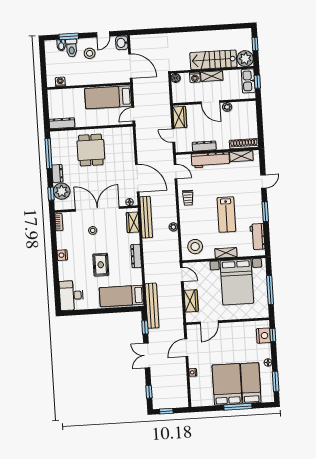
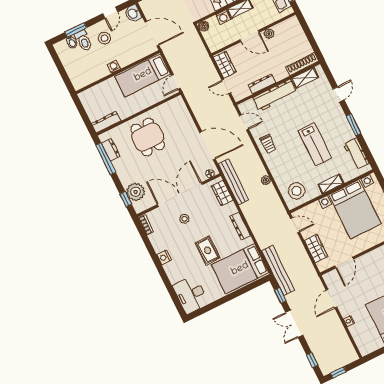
washing machine: (60, 82) -> (114, 67), moved
dresser: (57, 173) -> (111, 150), moved
bed: (121, 296) -> (240, 269), width x1.50

